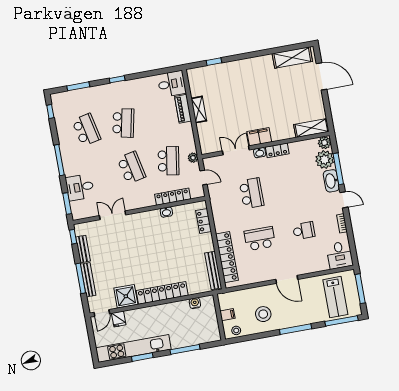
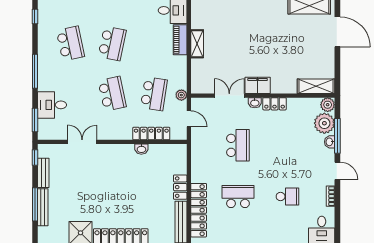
washbasin: (331, 181) -> (330, 142), width x0.52, depth x0.69
locker: (204, 221) -> (180, 187), moved

